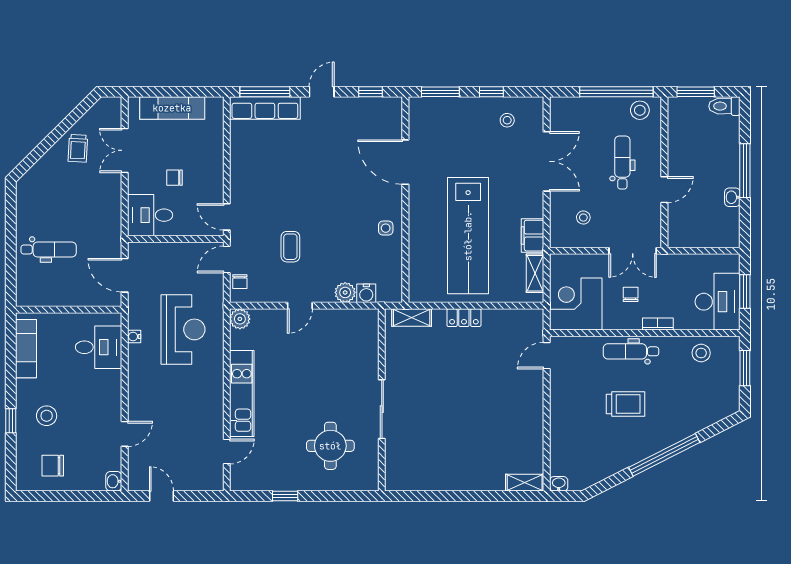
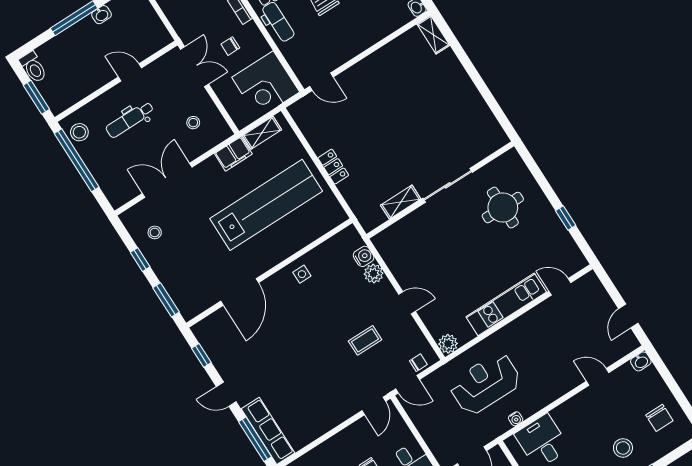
shelving: (412, 317) -> (401, 202), moved, turned 90

